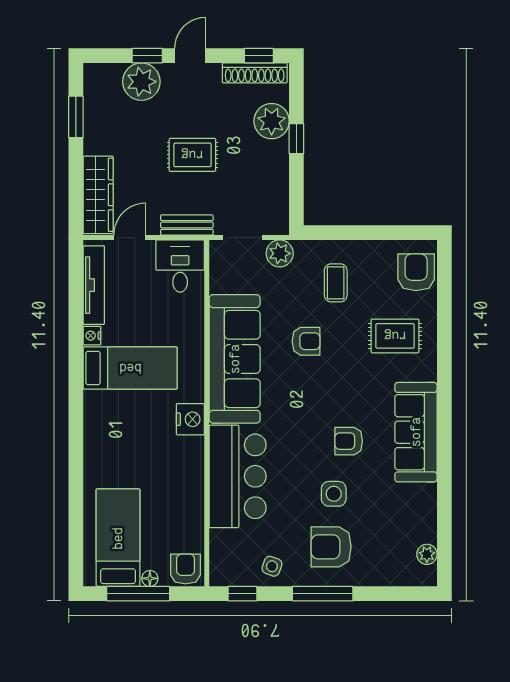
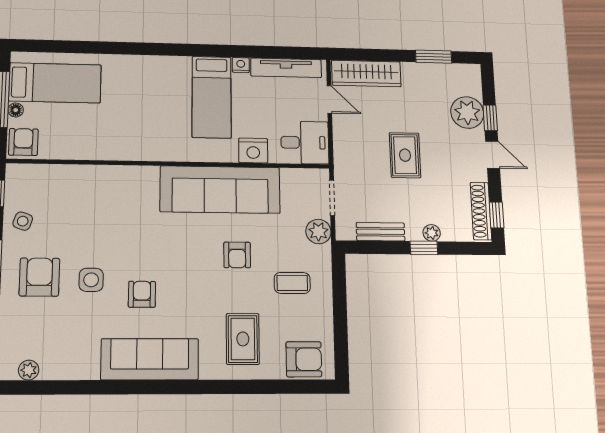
plant: (272, 121) -> (432, 233), width x0.53, depth x0.53
bench: (187, 225) -> (381, 232), moved, turned 90
nightstand: (190, 419) -> (253, 151), moved
bar counter: (238, 476) -> (110, 191), removed
armchair: (186, 569) -> (23, 142), turned -90

